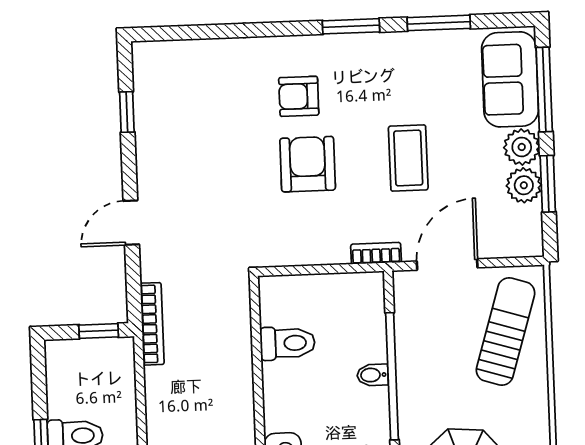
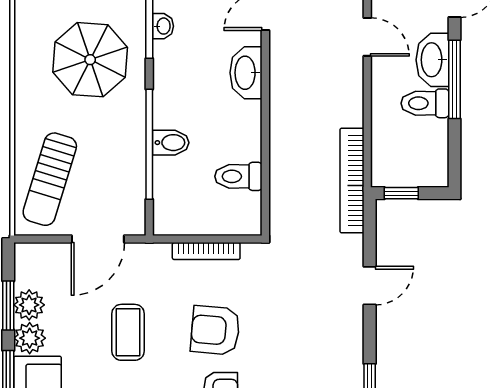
armchair: (308, 164) -> (215, 330), turned 95
bookcase: (376, 253) -> (206, 251), moved, width x1.56
bookcase: (152, 324) -> (352, 181), width x1.48, depth x1.31
bidet: (373, 375) -> (171, 143), width x1.38, depth x1.36

